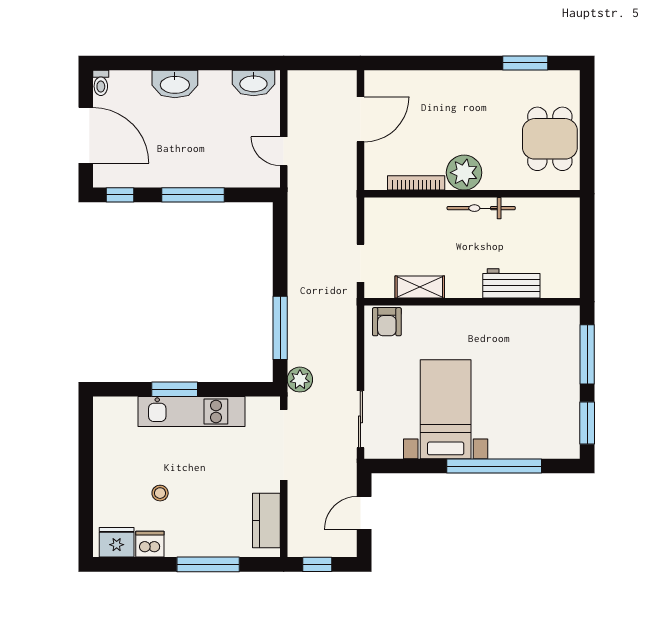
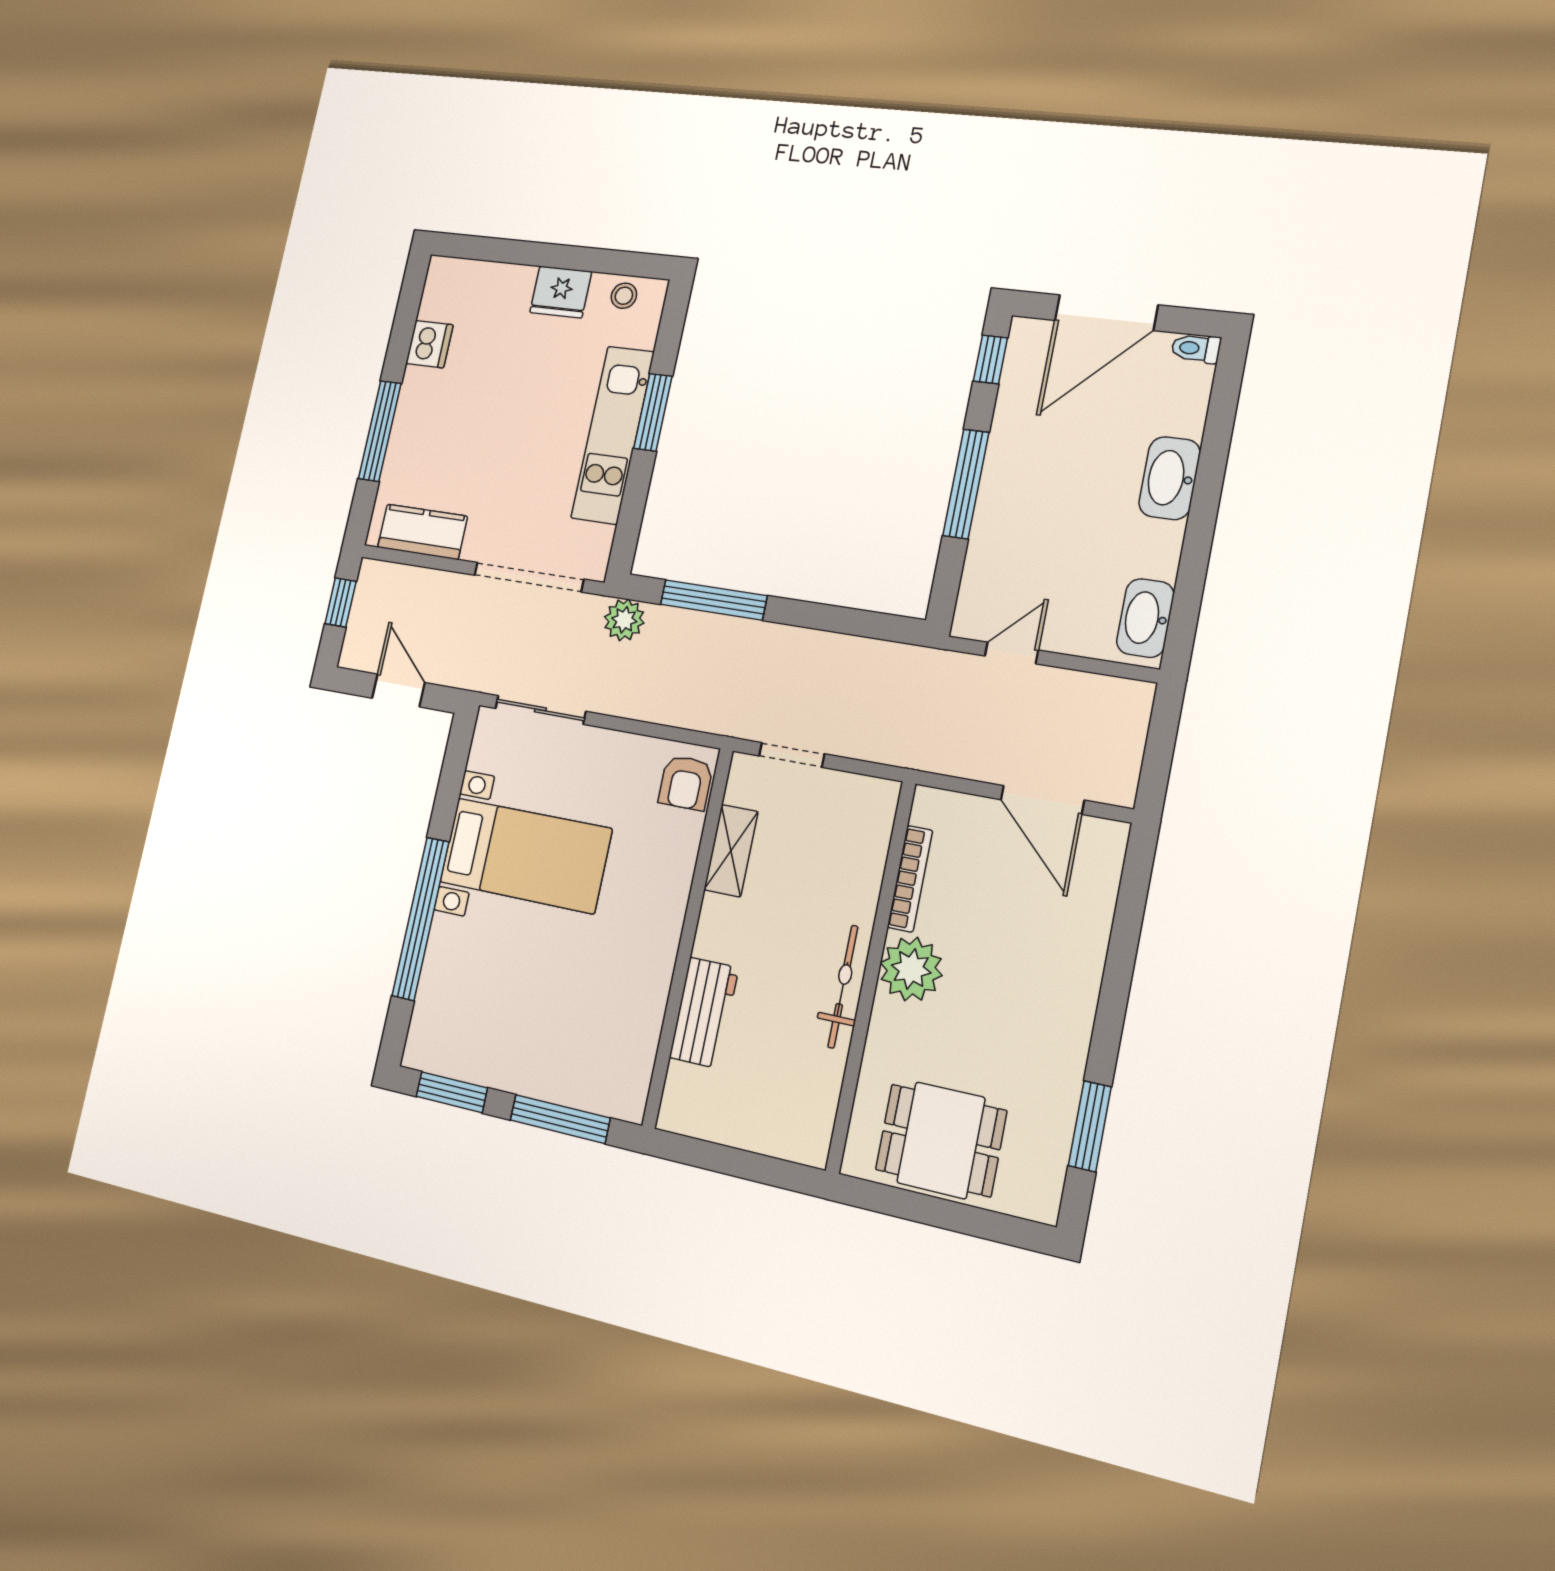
armchair: (387, 322) -> (686, 783), turned -90
stool: (160, 493) -> (624, 296), moved
fridge: (117, 542) -> (561, 292), moved, turned 90

